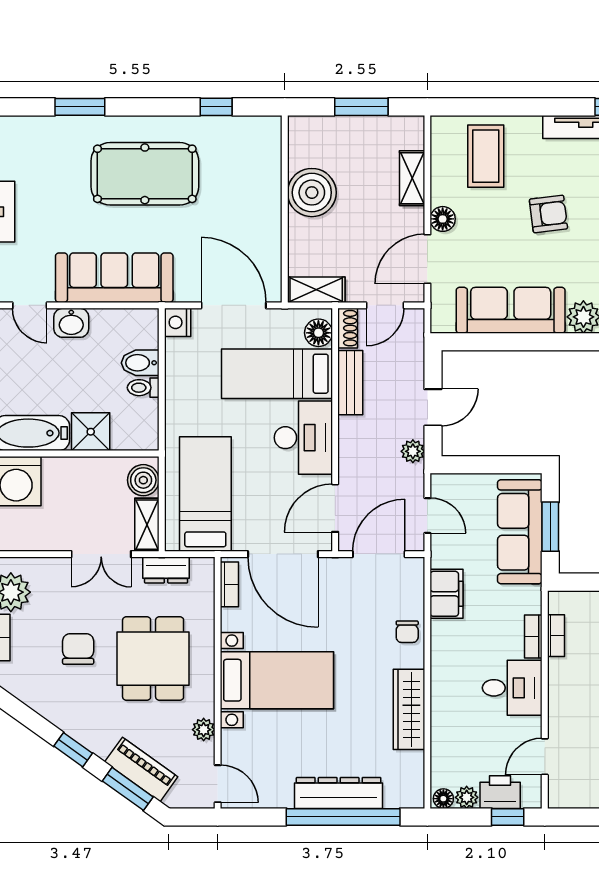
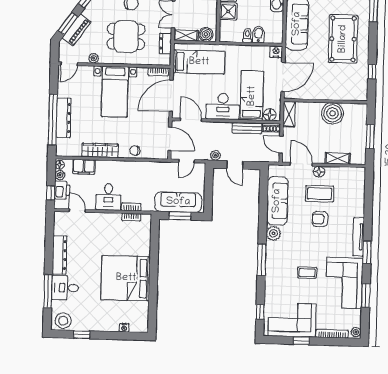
coffee table: (486, 156) -> (320, 194), moved
armchair: (548, 214) -> (320, 219), turned 97
filing cabinet: (447, 594) -> (84, 167), moved

